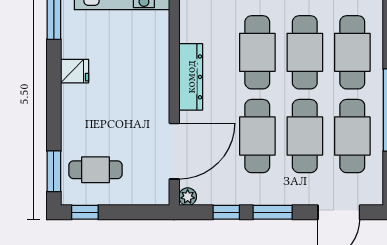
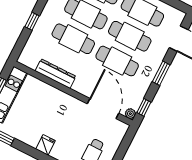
fridge: (75, 71) -> (45, 145), moved
dresser: (191, 77) -> (55, 74), moved
window: (226, 212) -> (144, 107), moved

